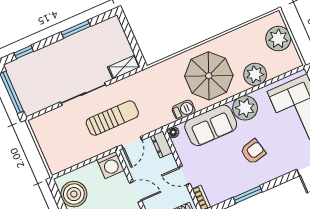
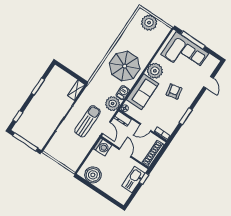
plant: (255, 74) -> (113, 104), moved
door: (136, 192) -> (125, 153), hinge flipped

